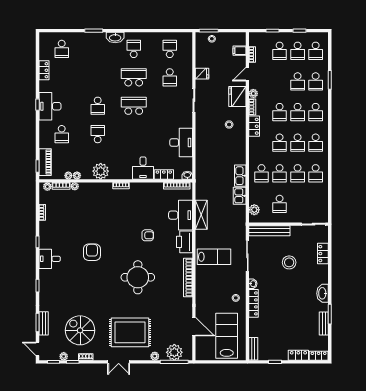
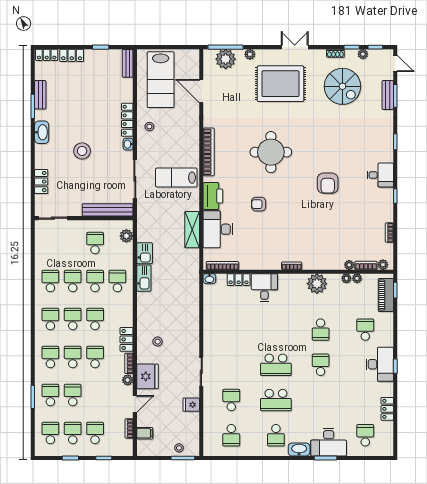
desk: (181, 142) -> (329, 442), moved, turned -90
stool: (289, 262) -> (82, 151), moved

